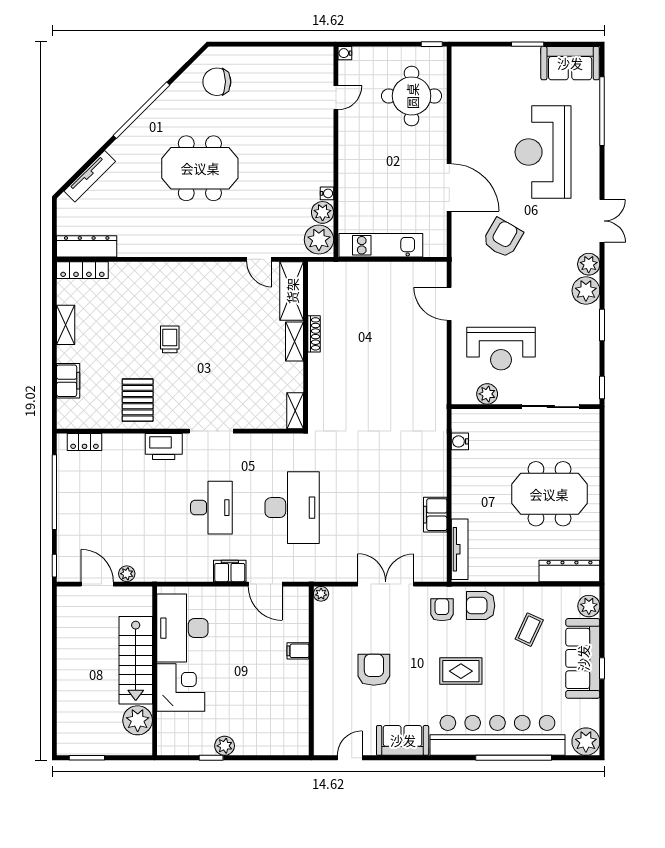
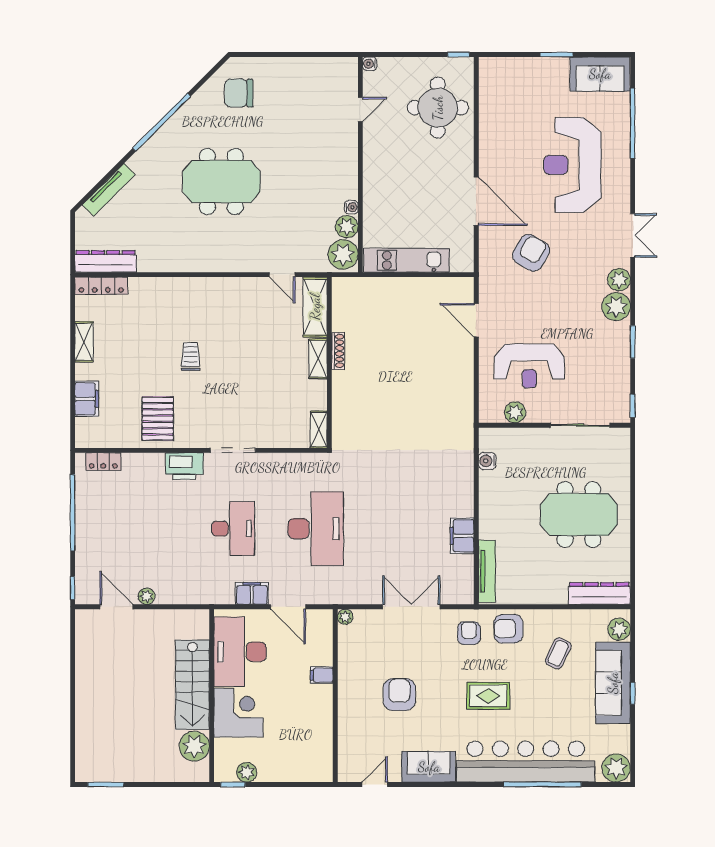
desk: (182, 628) -> (240, 652), moved
stairs: (136, 660) -> (192, 685), moved
wall: (155, 671) -> (212, 696), moved
corner desk: (181, 688) -> (238, 713), moved
plant: (138, 720) -> (194, 746), moved

